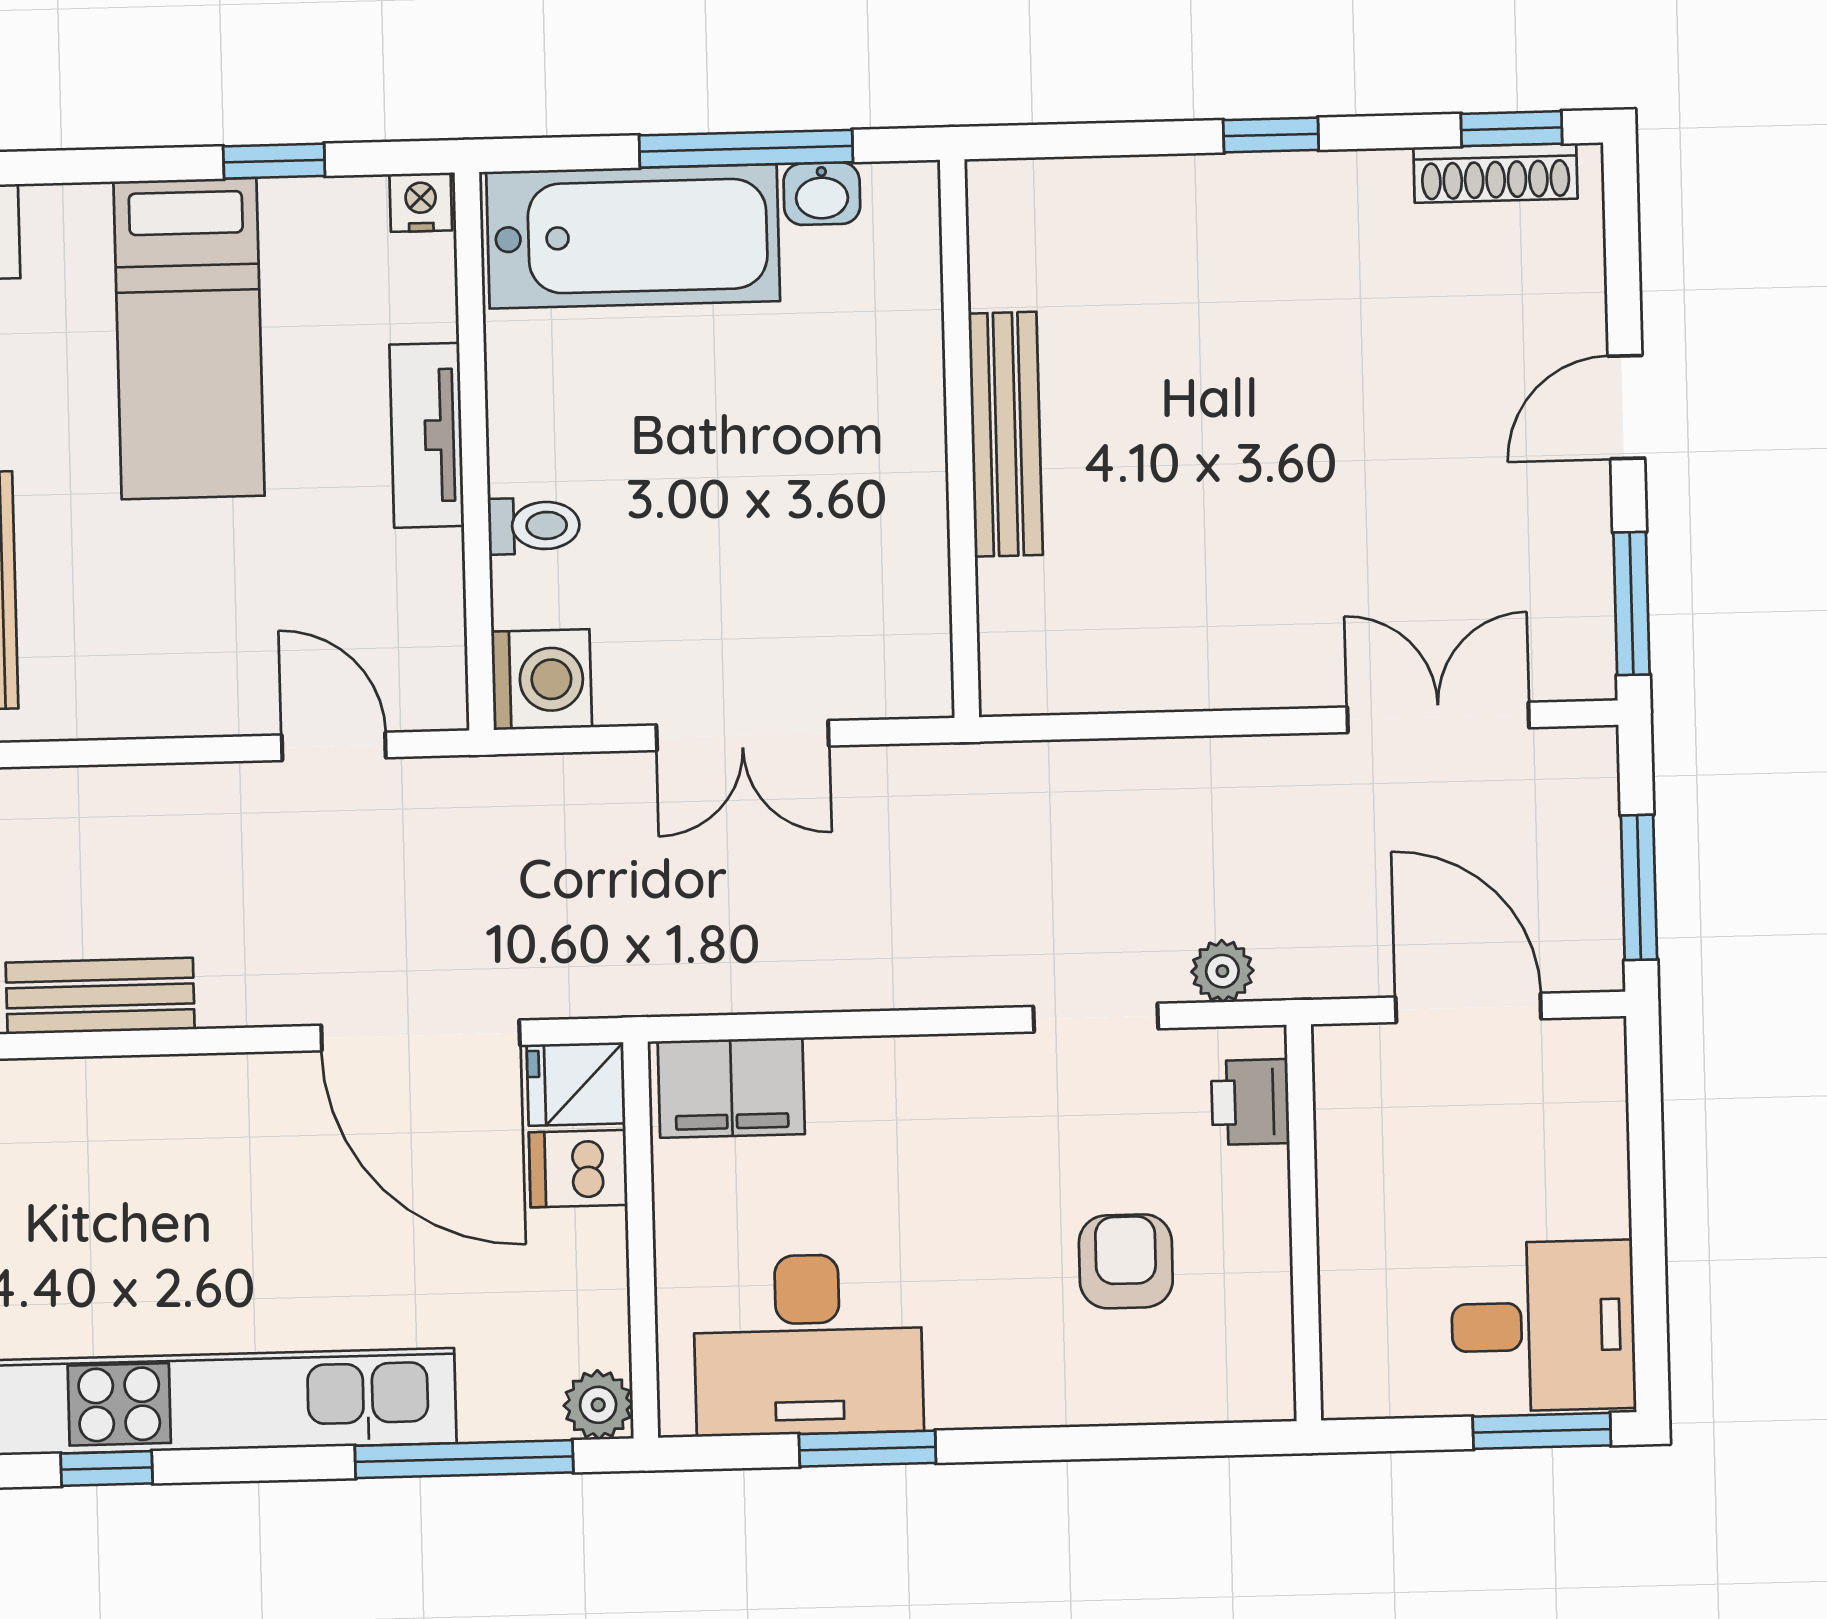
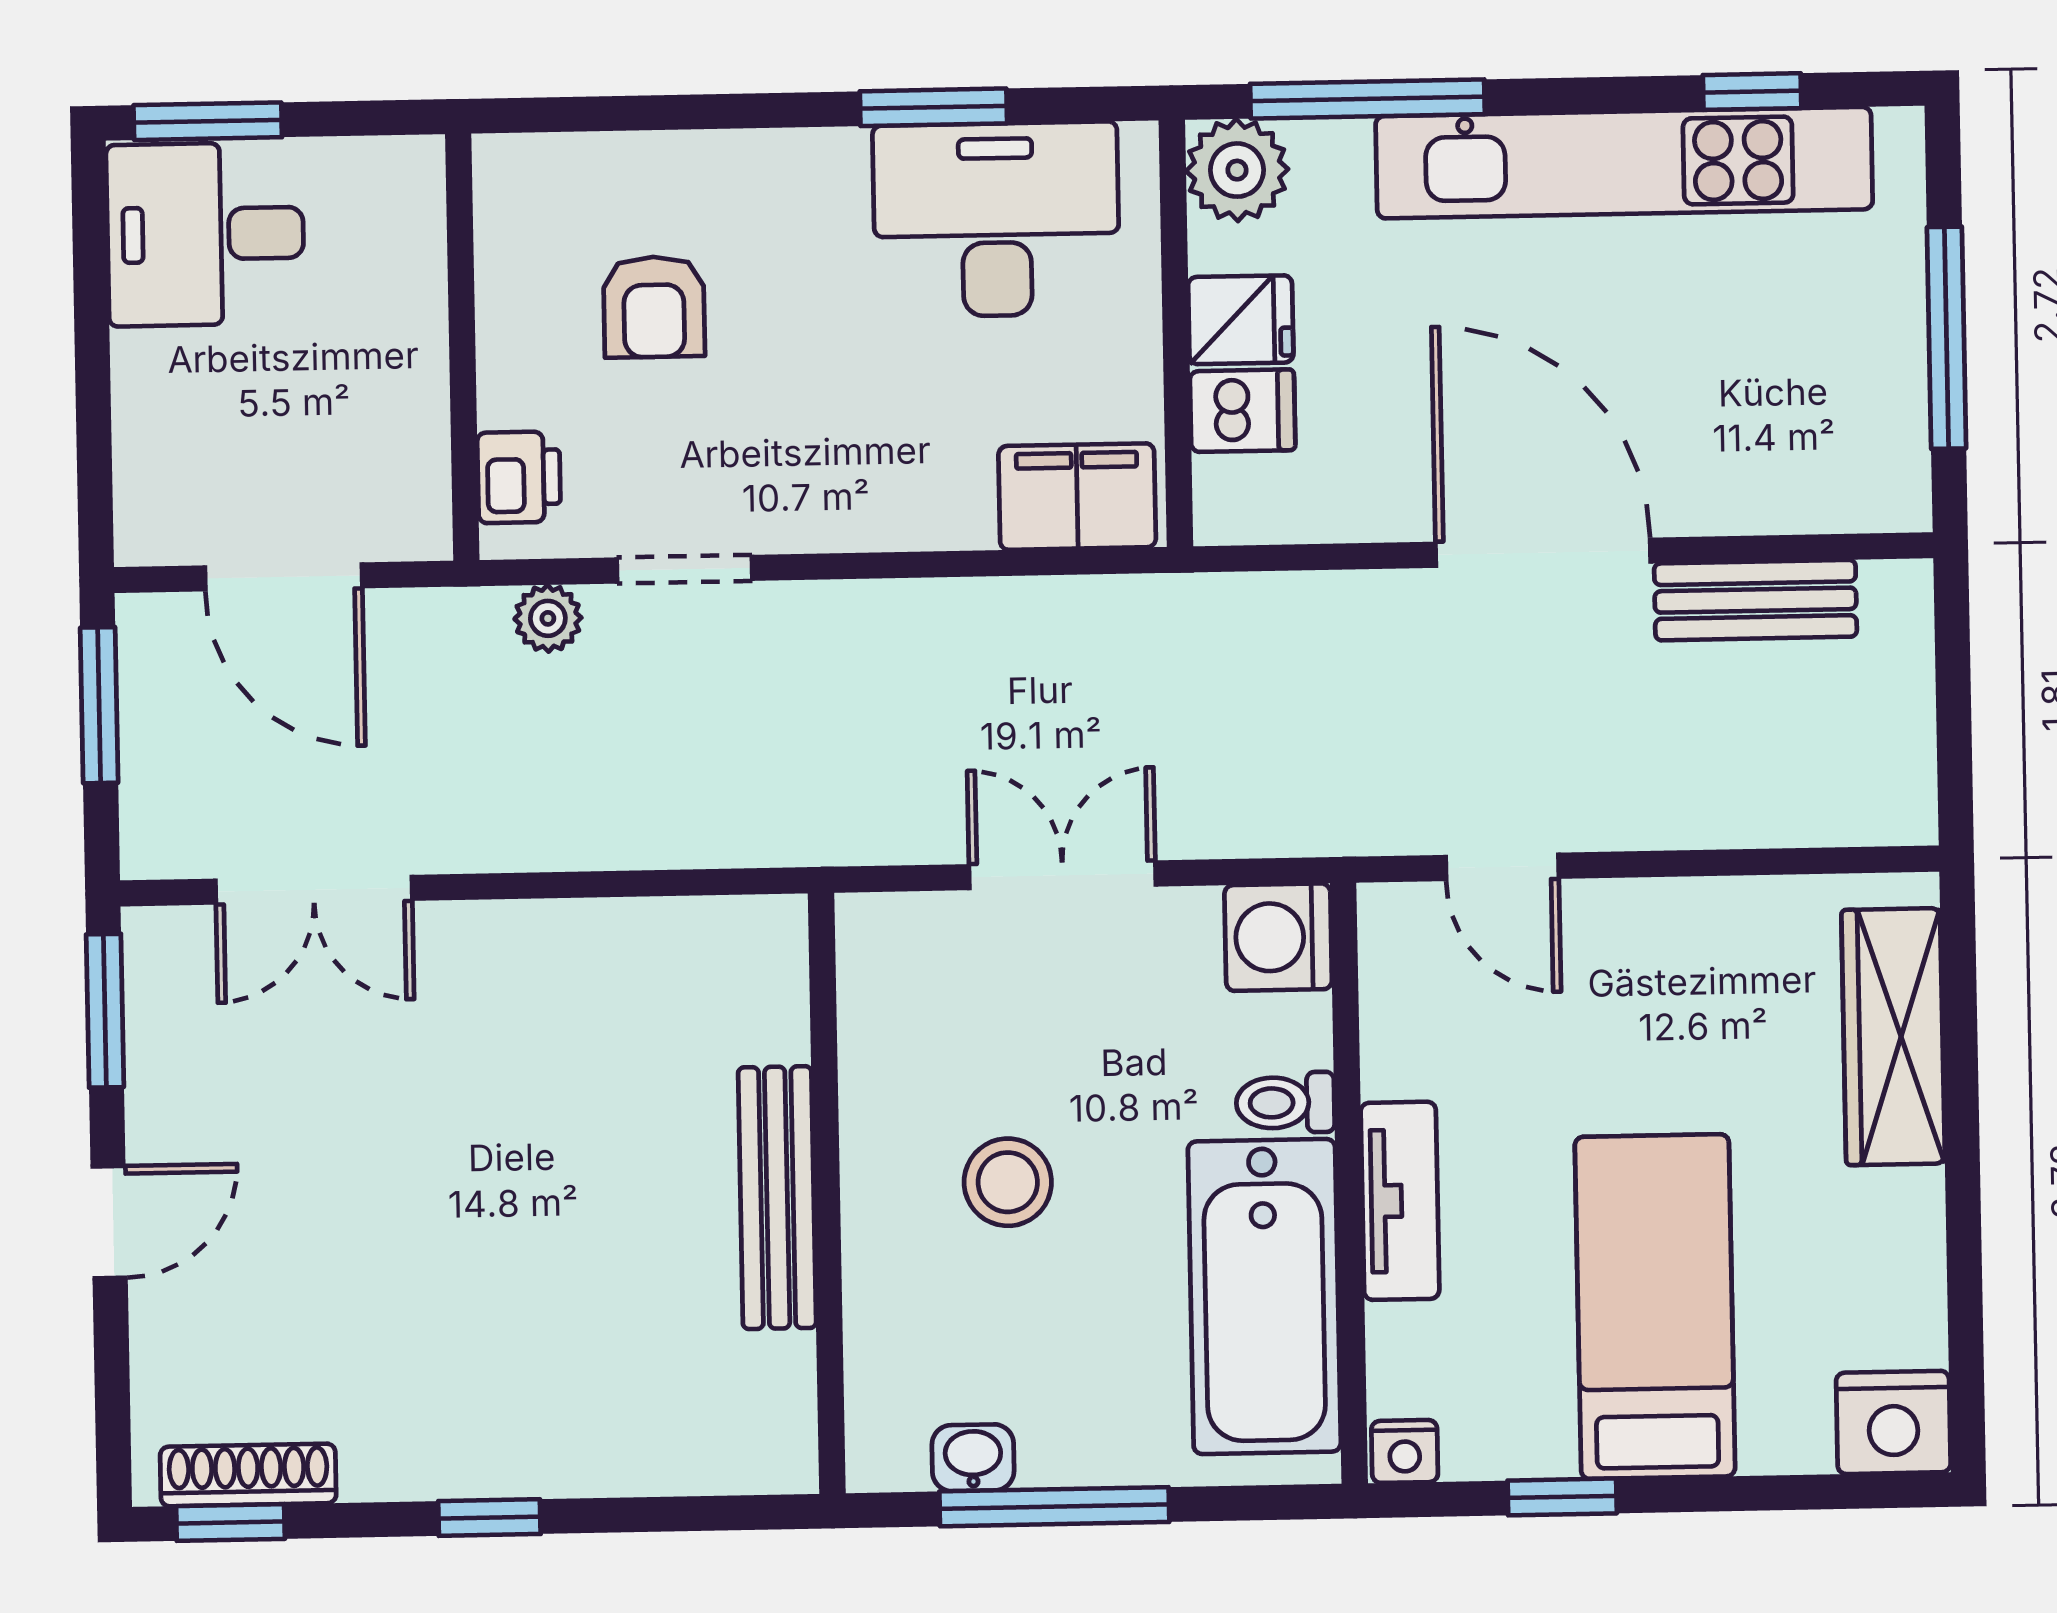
bathtub: (633, 236) -> (1264, 1297), moved, turned -90
stool: (791, 450) -> (1008, 1182), added
door: (421, 1035) -> (1543, 553), moved
fridge: (576, 1084) -> (1241, 320), moved
plant: (598, 1405) -> (1237, 170), width x1.38, depth x1.38

